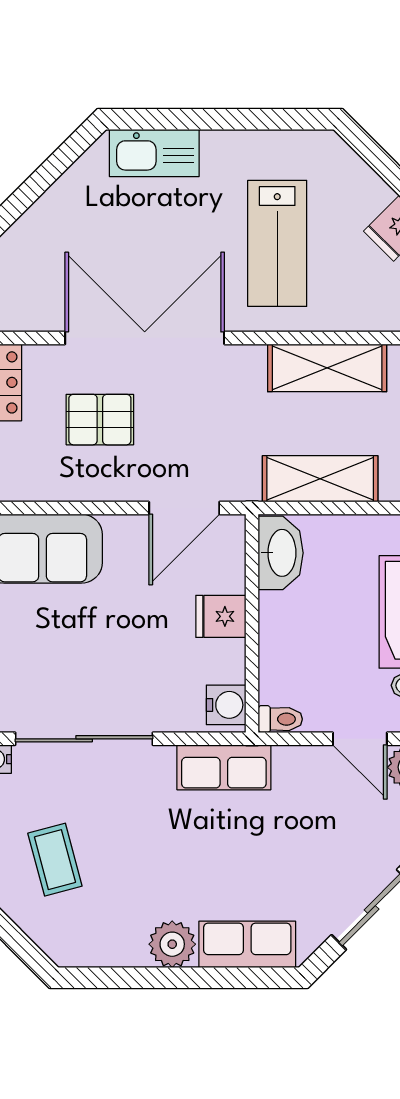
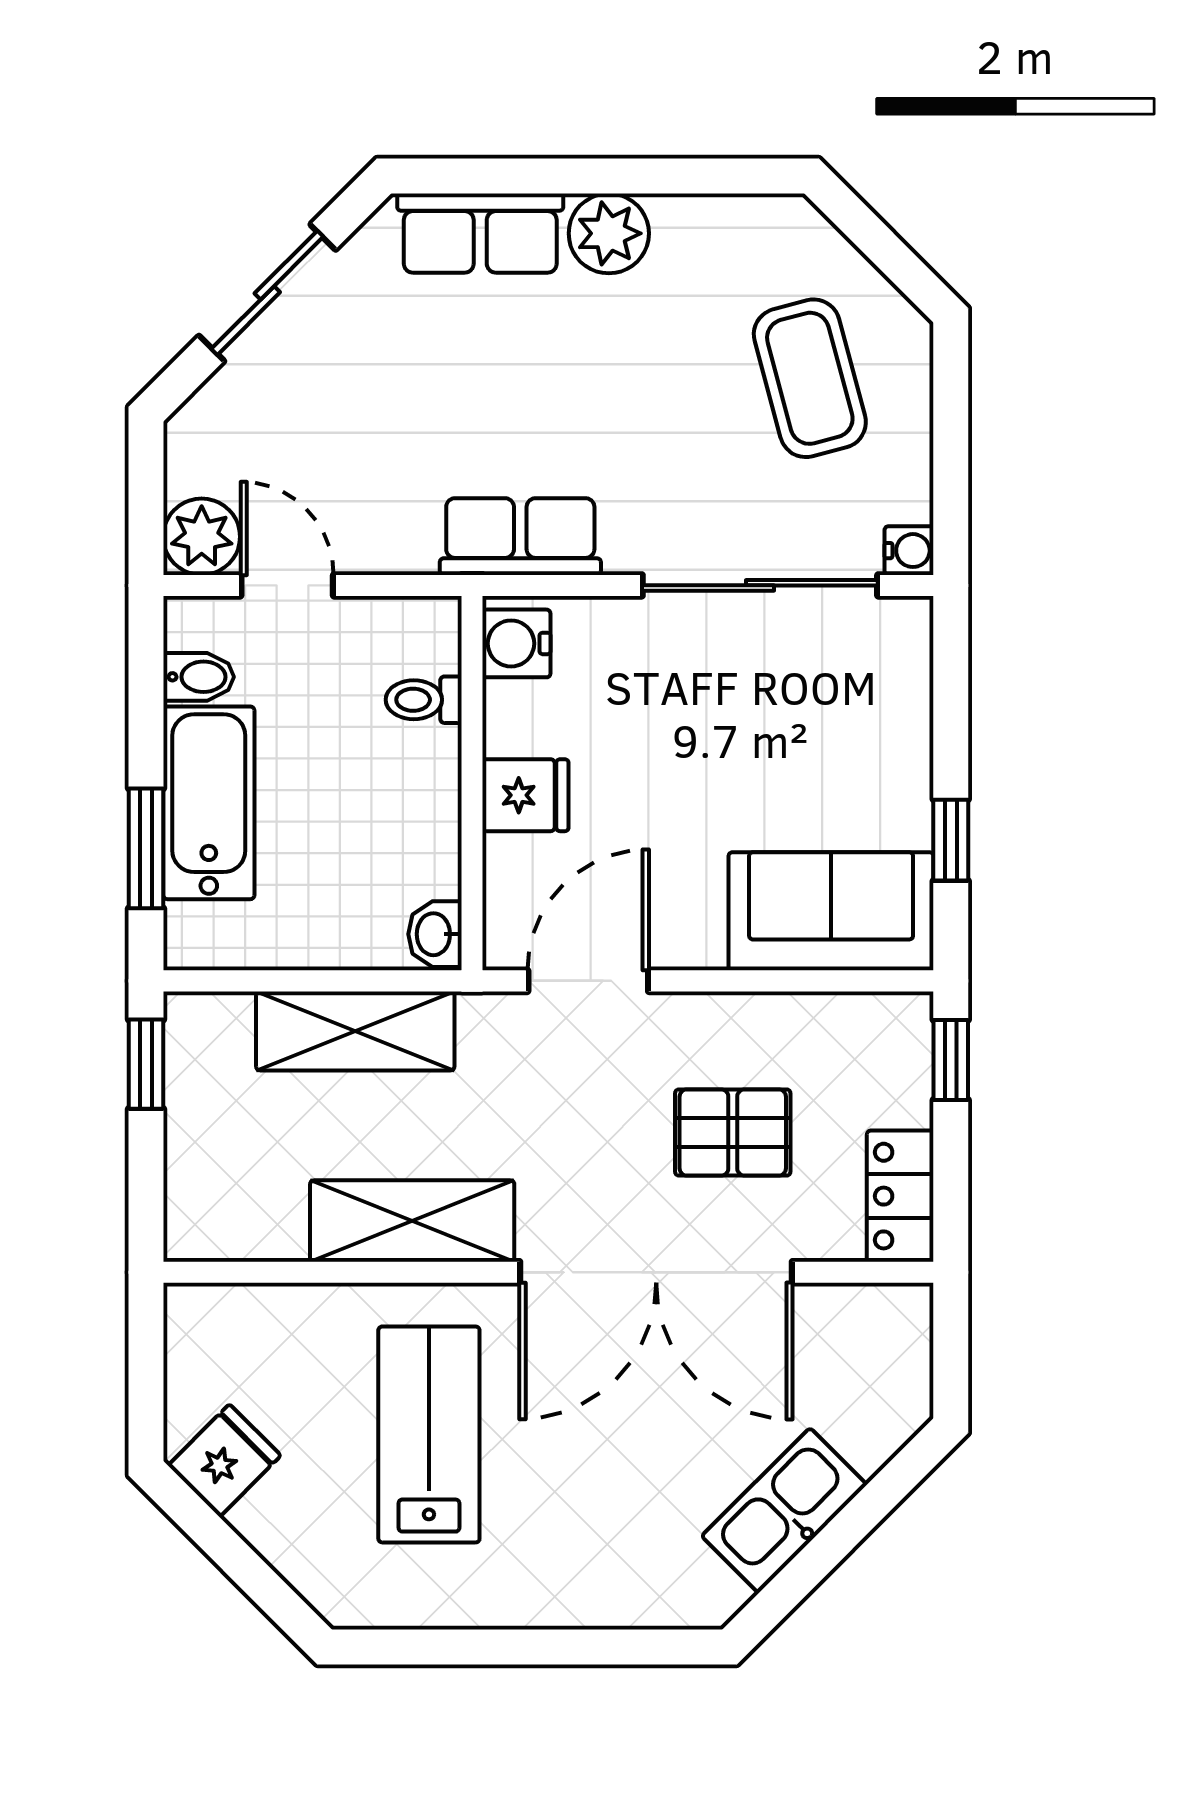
kitchen sink: (154, 153) -> (784, 1510), moved, turned -45
shelving: (327, 368) -> (412, 1221), moved
washbasin: (281, 553) -> (435, 934), width x0.52, depth x0.69
toilet: (280, 719) -> (424, 700), moved
coffee table: (55, 860) -> (810, 378), width x1.36, depth x1.30

